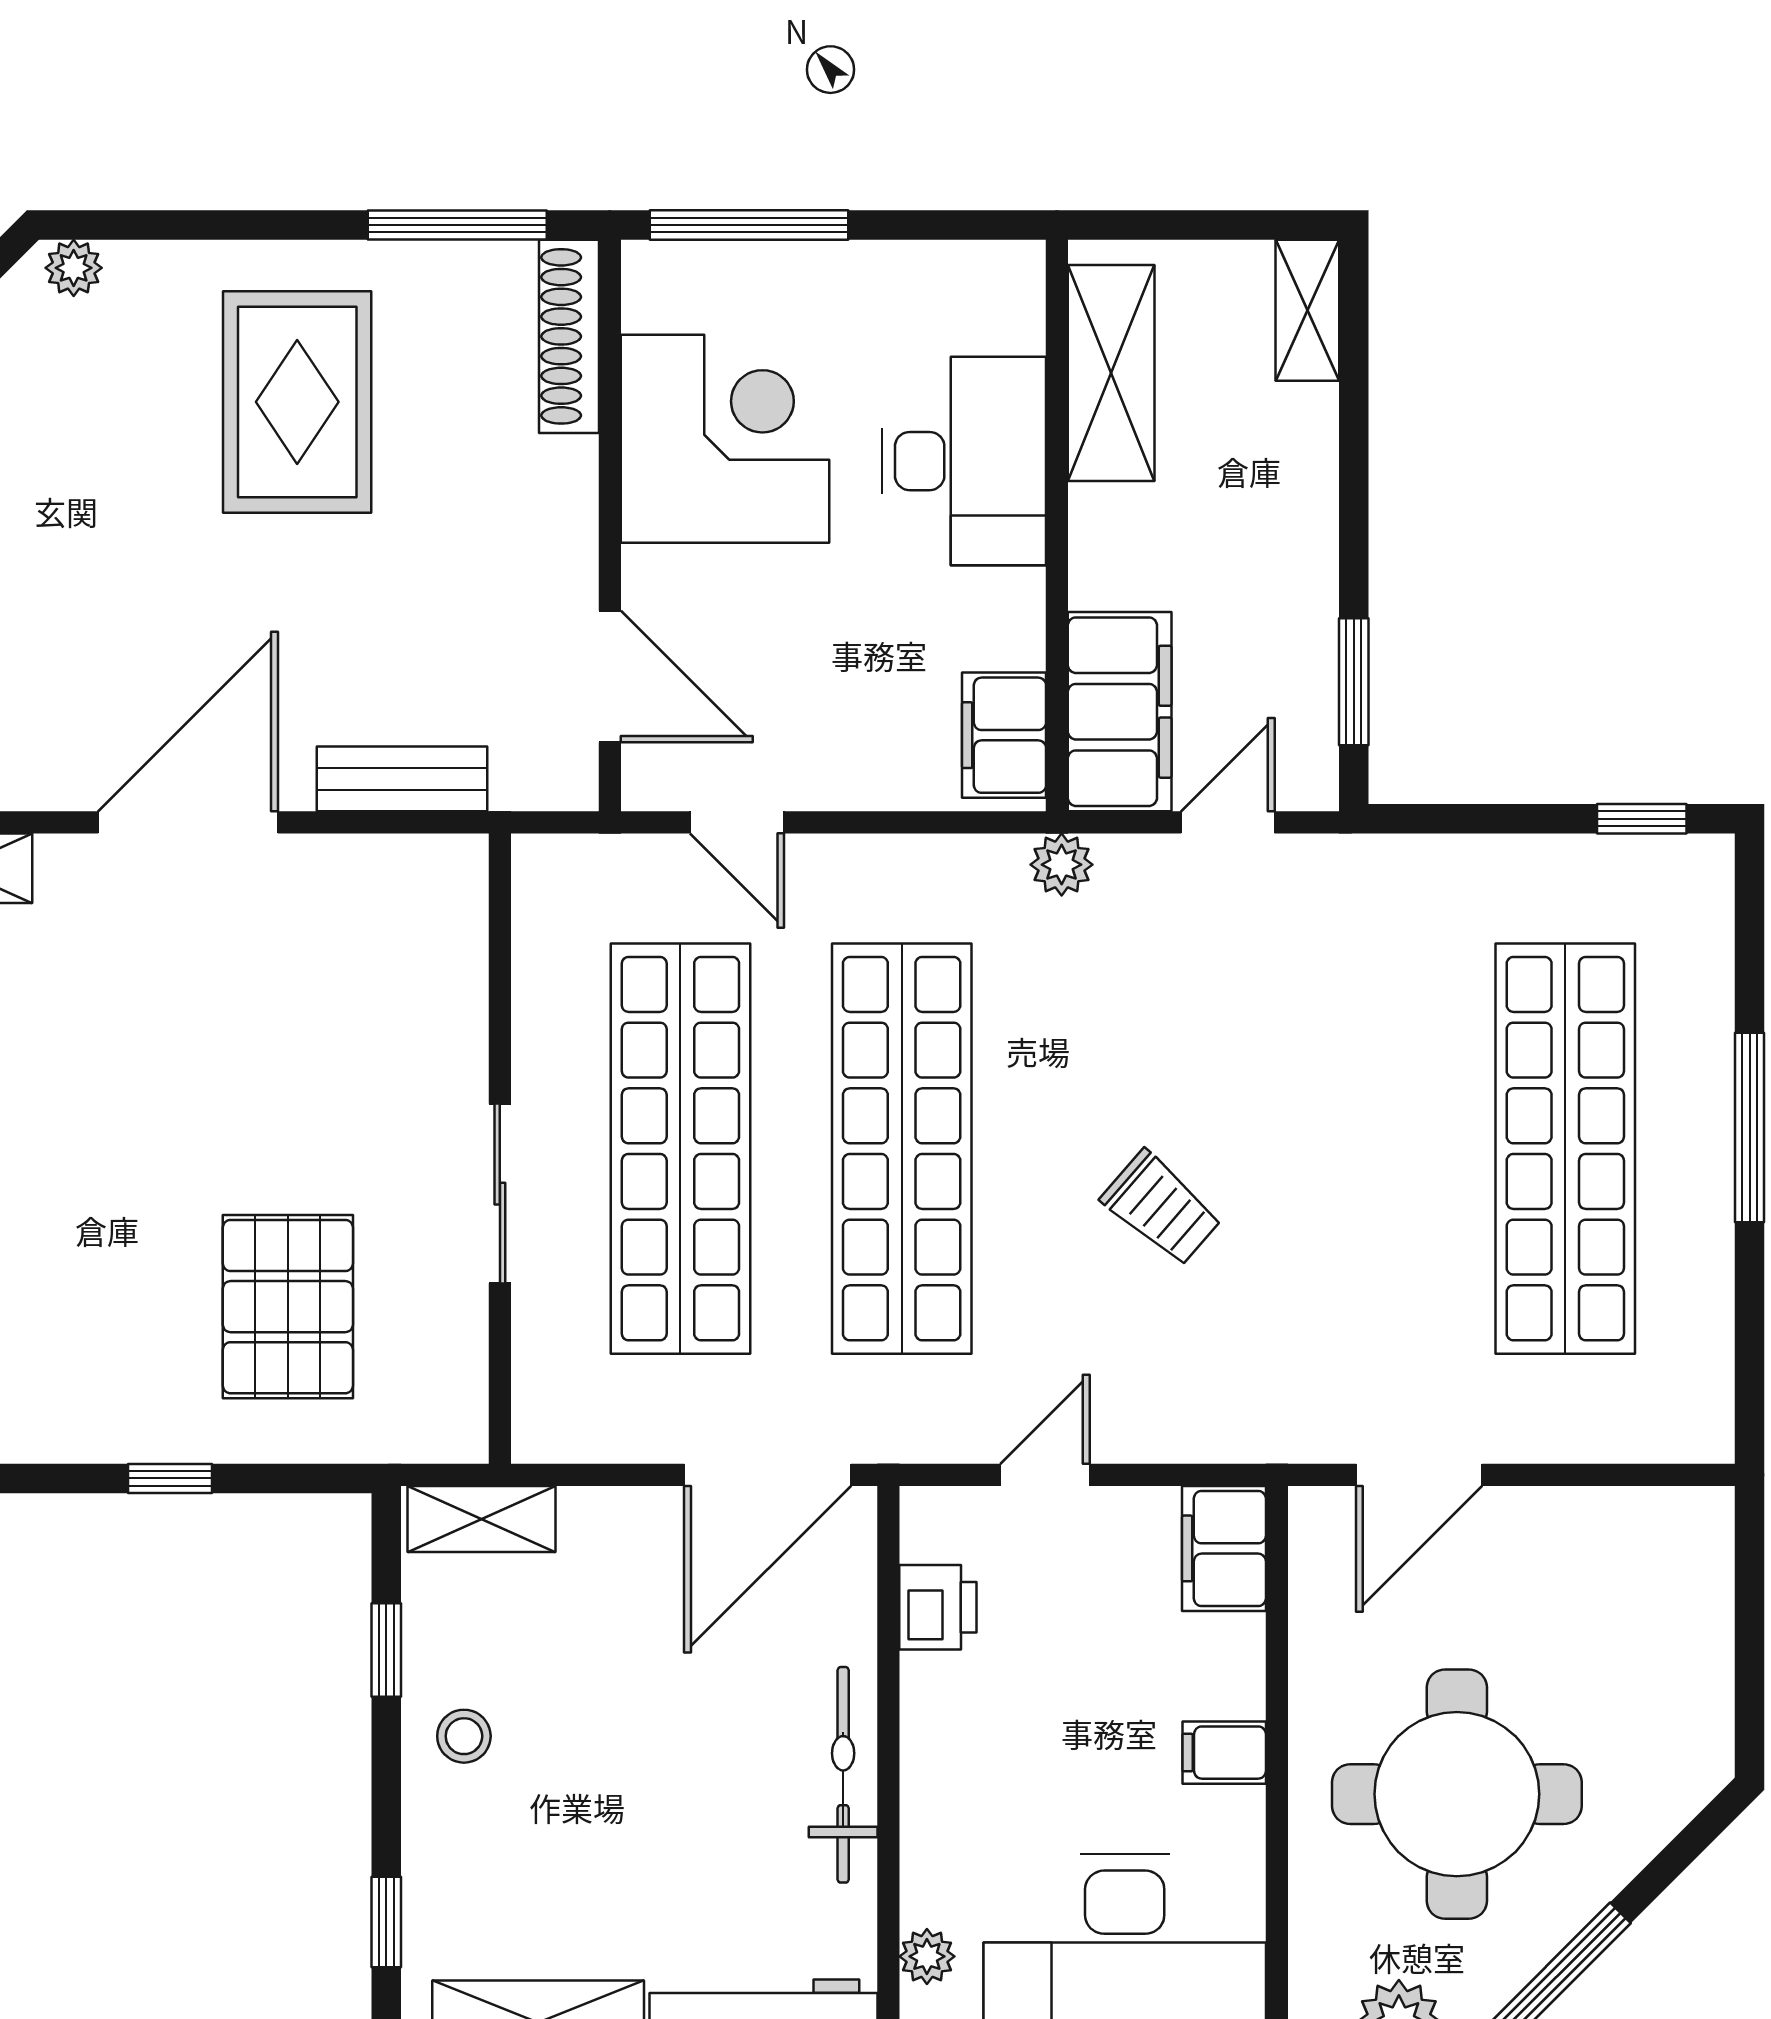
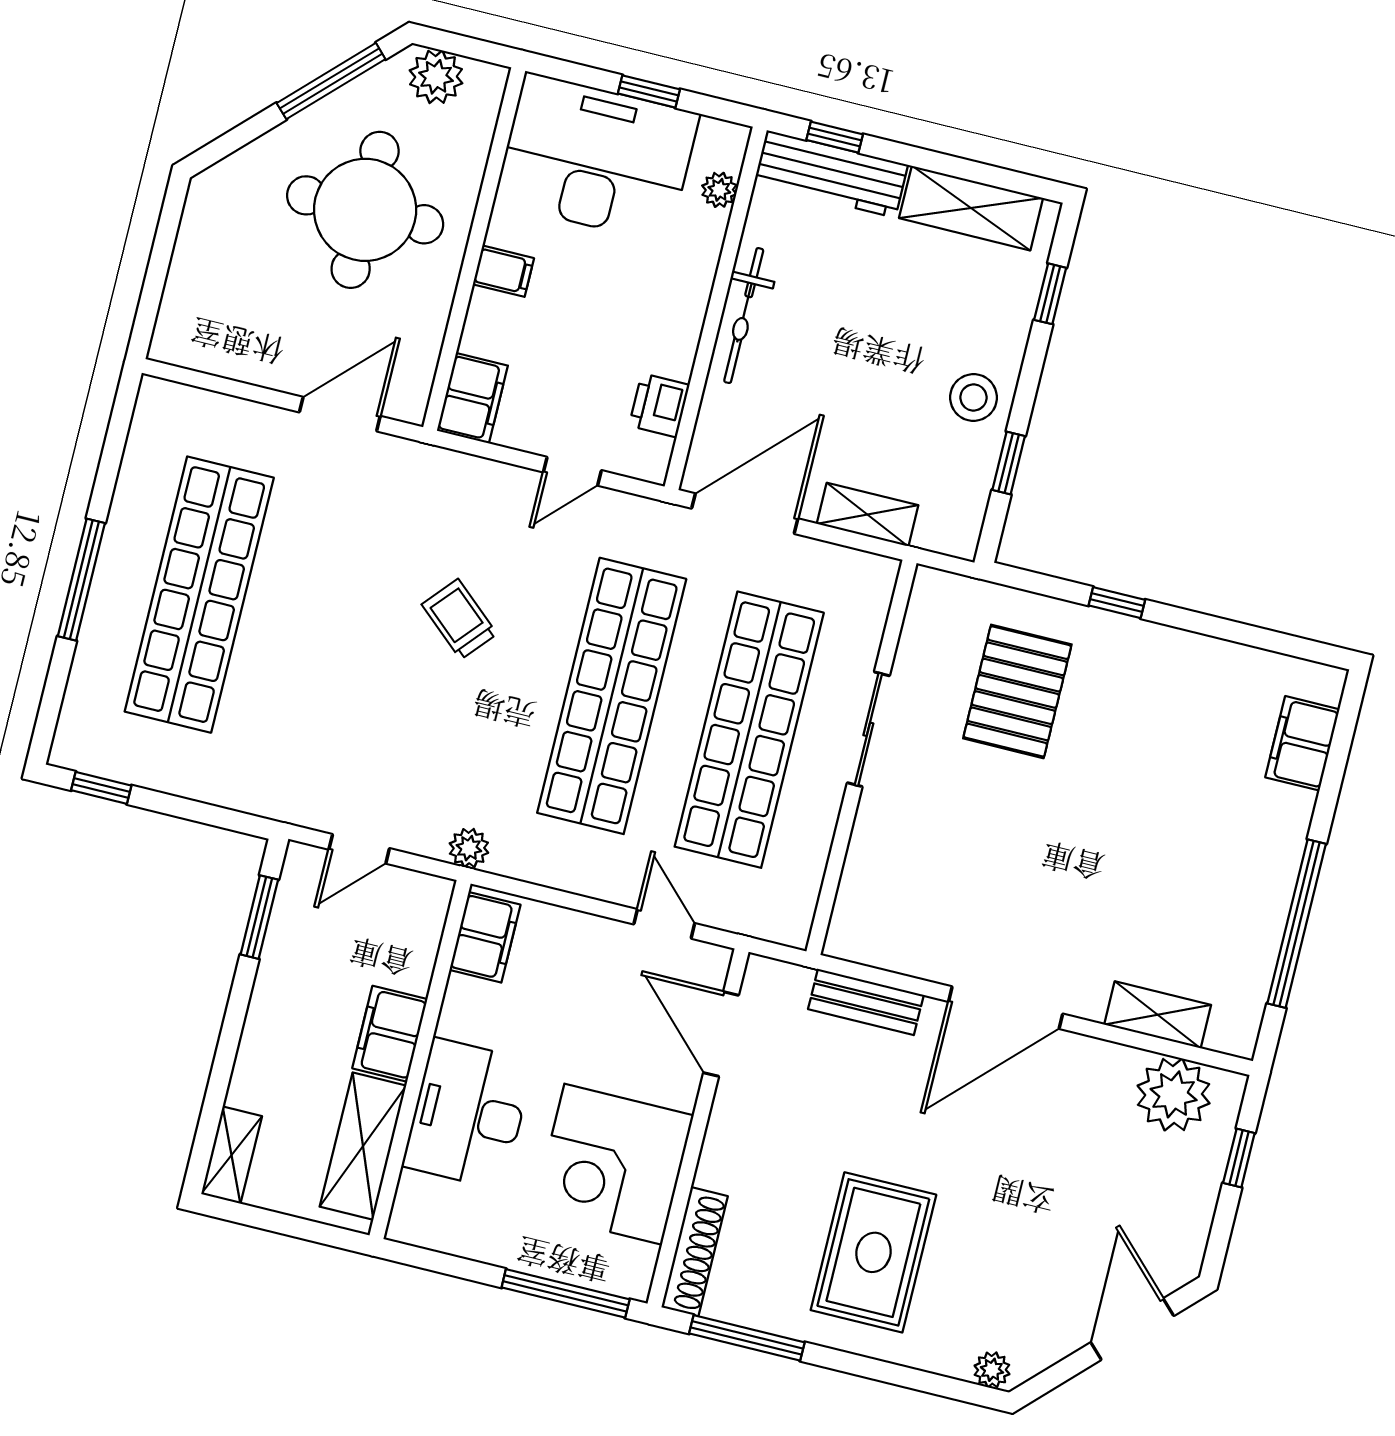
filing cabinet: (1120, 712) -> (390, 1034), moved, width x0.67, depth x0.86
shelving: (482, 1519) -> (867, 515), moved
stool: (464, 1736) -> (974, 397), width x1.37, depth x1.37

